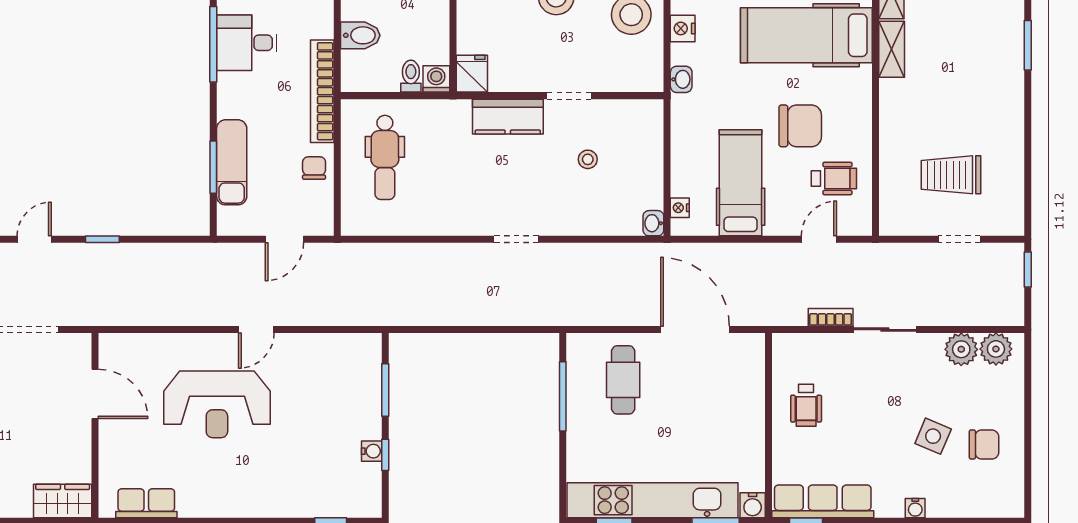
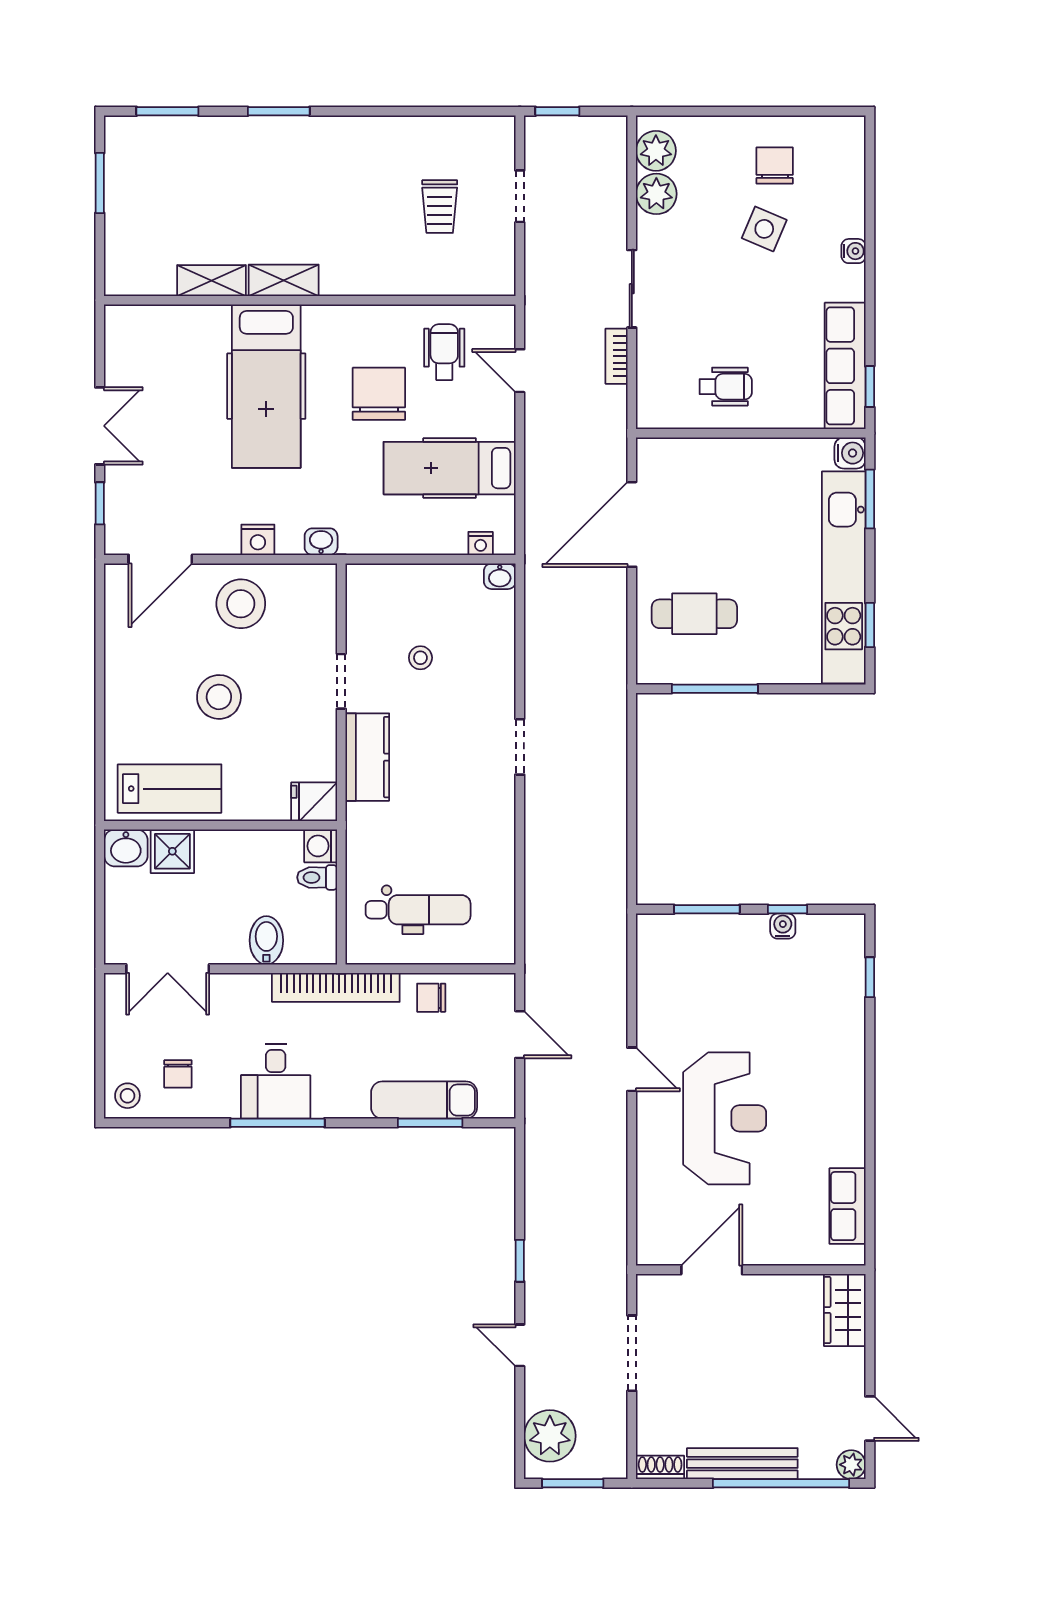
trolley: (951, 175) -> (440, 207), width x0.73, depth x0.72

